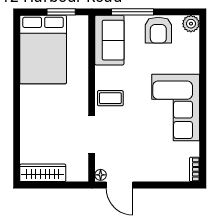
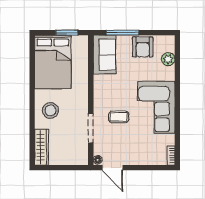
plant: (191, 24) -> (168, 59), moved
coffee table: (110, 98) -> (119, 117), moved
stool: (40, 112) -> (50, 110), added
wardrobe: (43, 173) -> (42, 147), moved, turned 90

